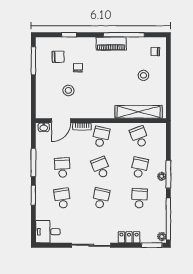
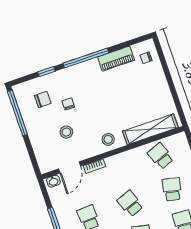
window: (124, 35) -> (86, 58), moved
piano: (111, 44) -> (116, 59), moved
window: (33, 61) -> (17, 113), width x1.46
stool: (144, 75) -> (108, 139), moved
school desk: (101, 137) -> (119, 170), removed

